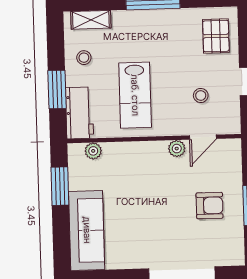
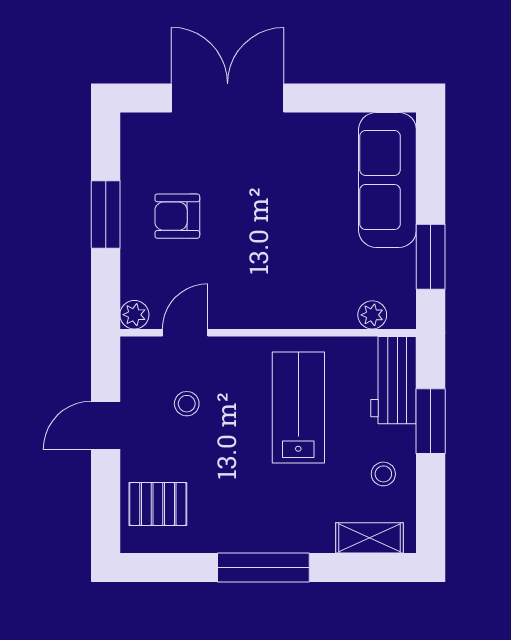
pallet: (216, 36) -> (158, 504), turned 90
plant: (177, 149) -> (134, 315), moved

